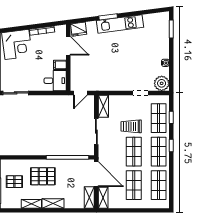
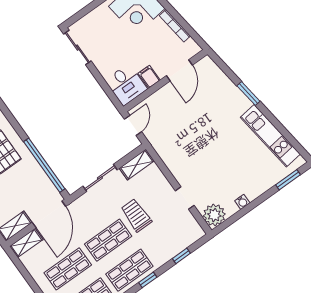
kitchen unit: (120, 24) -> (270, 136), moved
fridge: (79, 29) -> (208, 69), removed
door: (80, 93) -> (133, 125), swing flipped
shop shelf: (159, 118) -> (170, 241), removed

